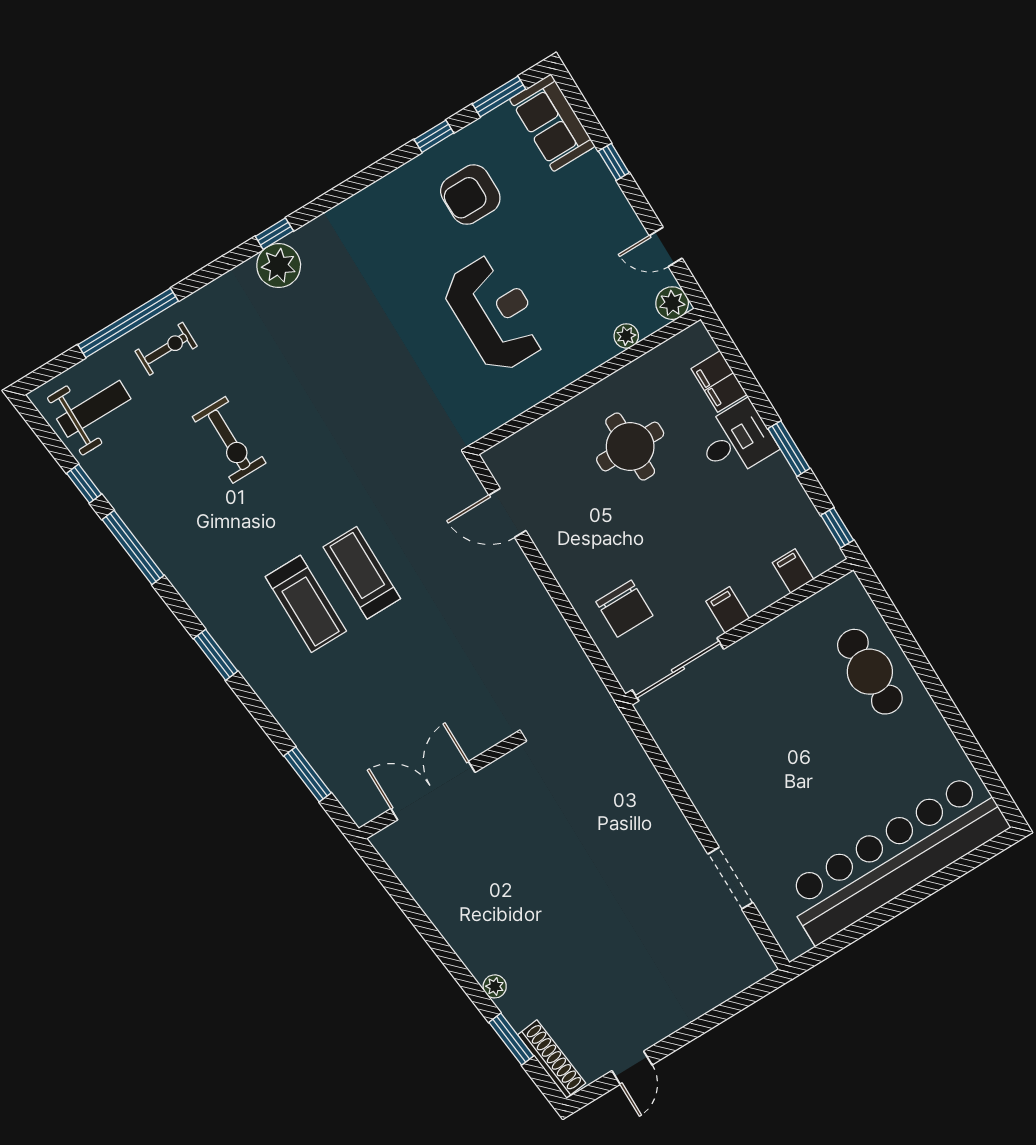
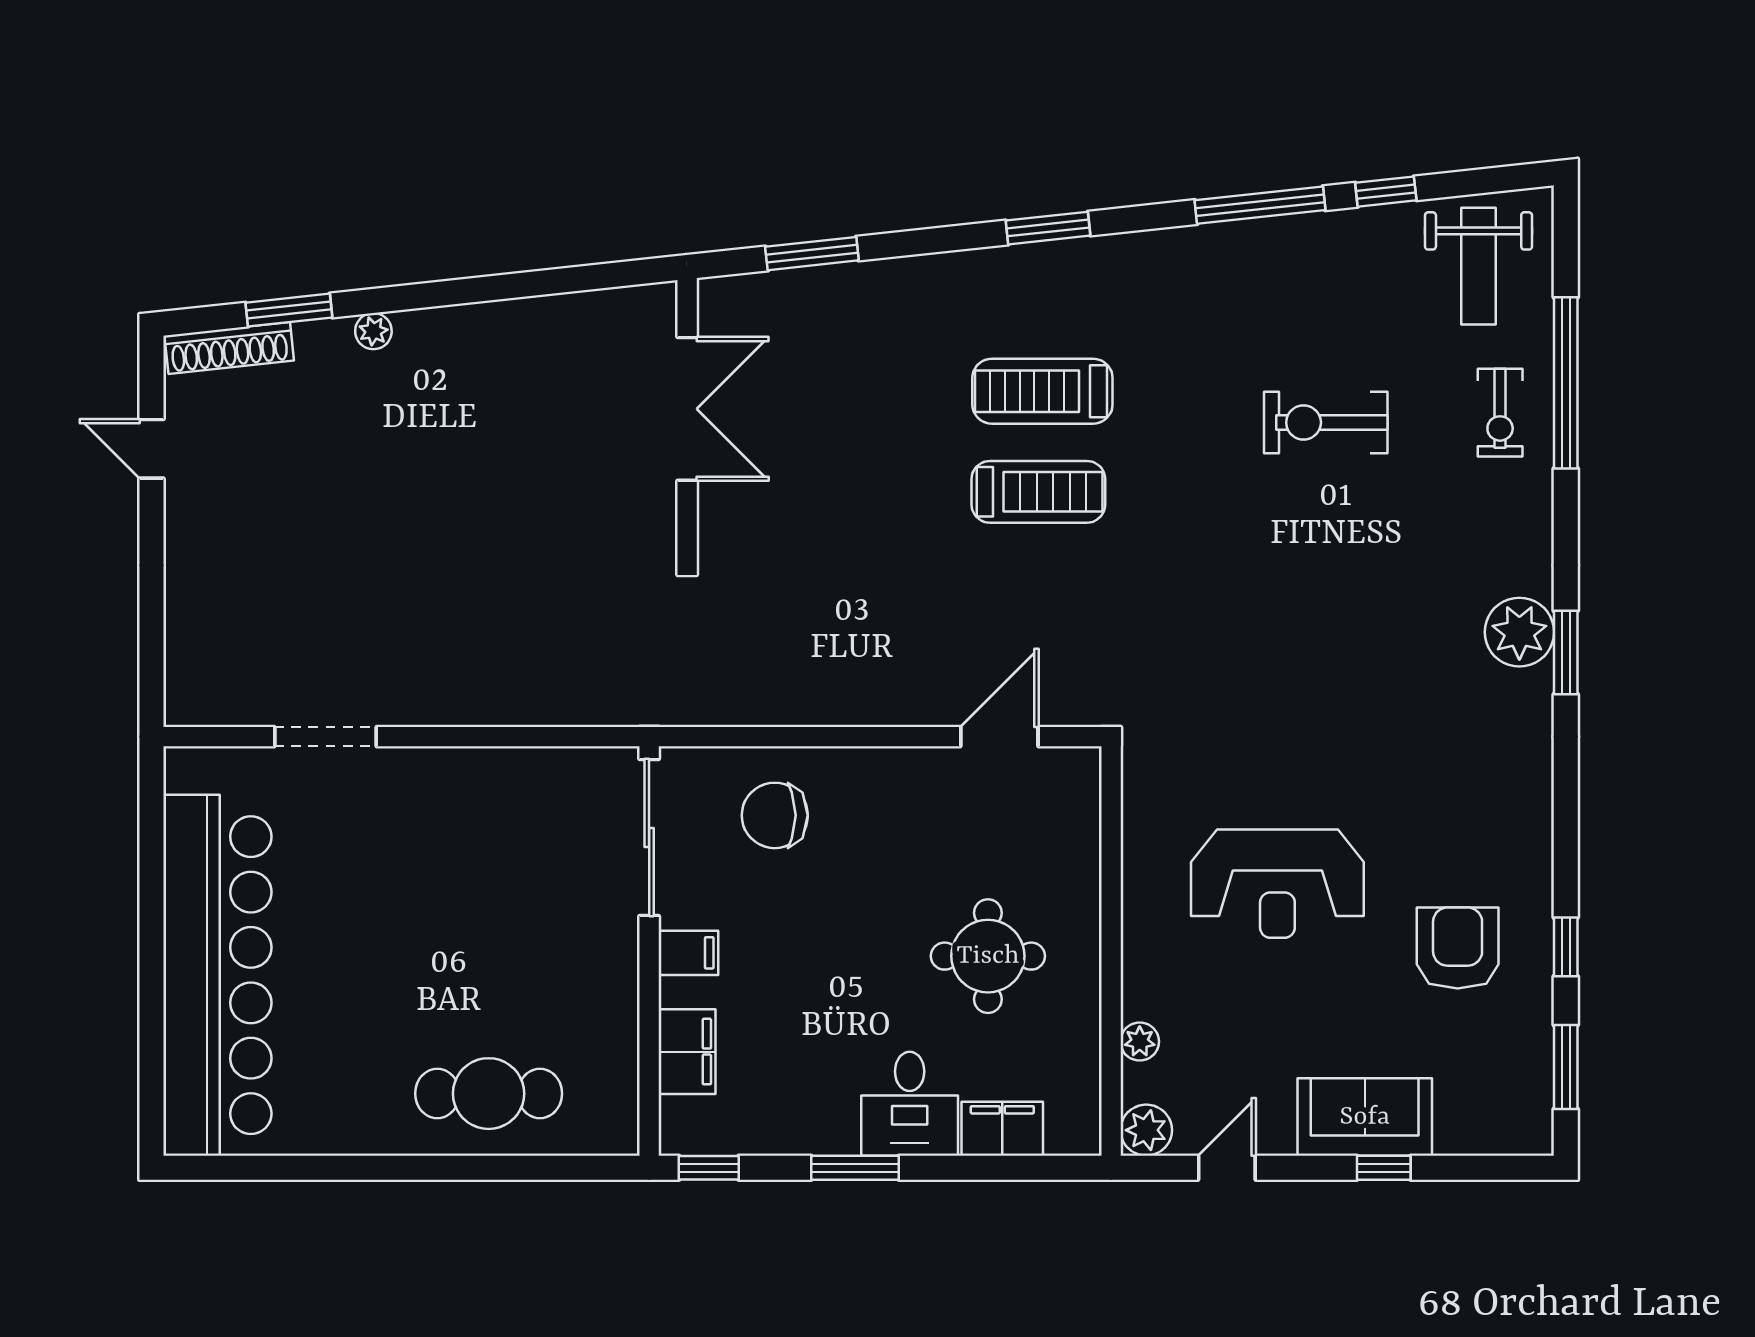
sofa: (552, 123) -> (1365, 1117), moved
window: (274, 234) -> (1566, 652), width x1.50
filing cabinet: (793, 571) -> (687, 1052), width x2.00

